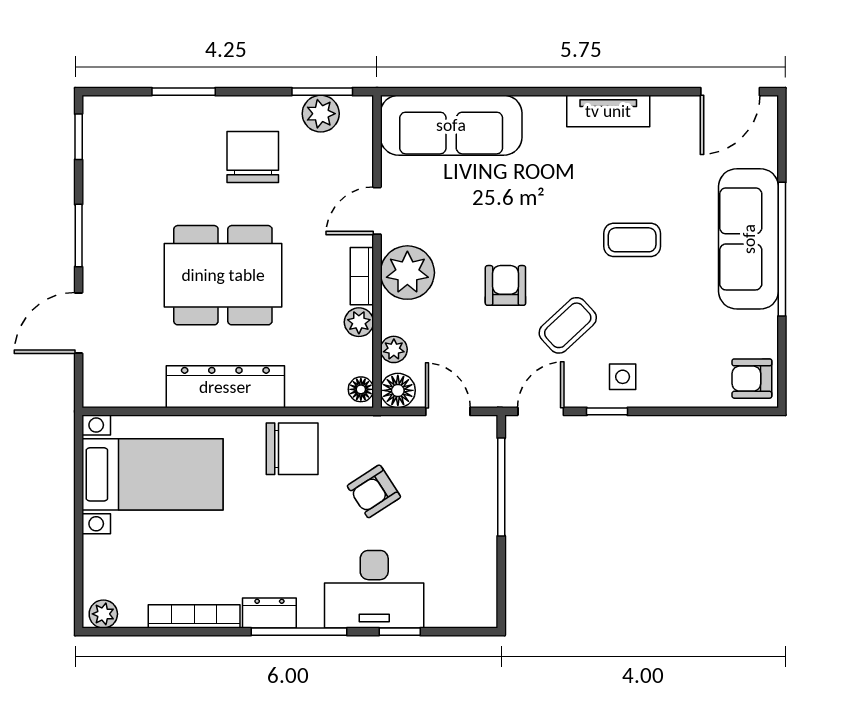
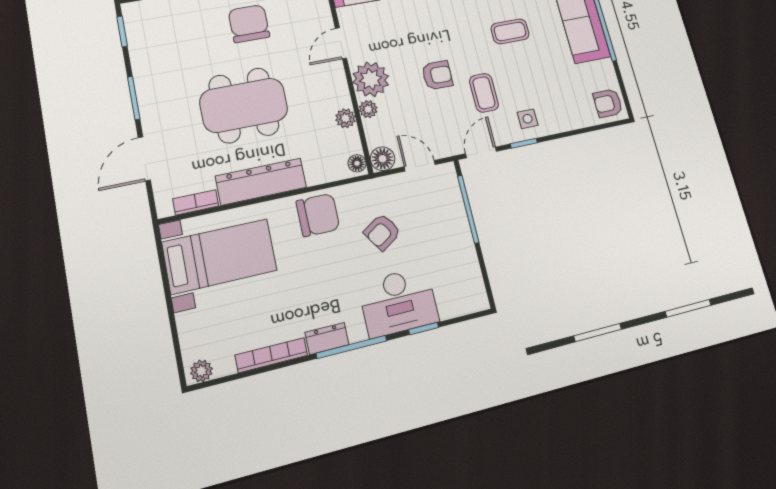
bookcase: (362, 276) -> (196, 202), moved, turned 90
armchair: (505, 285) -> (437, 75), turned 91
coffee table: (568, 325) -> (484, 93), turned -47
plant: (394, 349) -> (368, 109), moved

